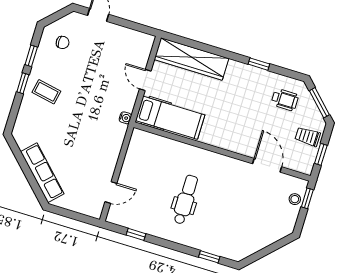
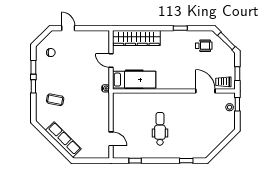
coffee table: (46, 92) -> (55, 100), moved
trolley: (308, 137) -> (223, 82), moved
door: (111, 193) -> (111, 139), hinge flipped

